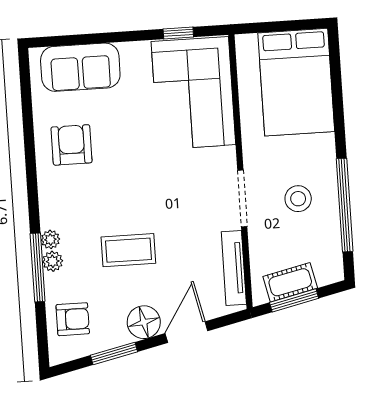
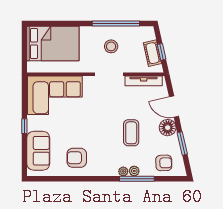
window: (178, 33) -> (24, 126), moved
window: (294, 300) -> (162, 52), width x0.67
armchair: (73, 319) -> (164, 163), turned 88

